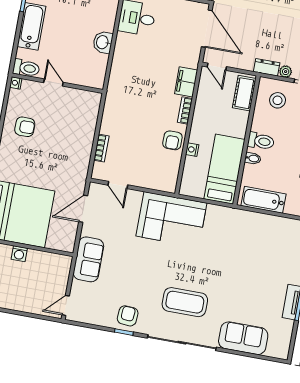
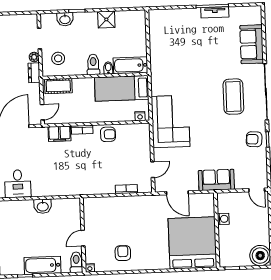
nightstand: (192, 150) -> (140, 116), moved
bathtub: (264, 200) -> (130, 65), moved, turned 90
washing machine: (19, 254) -> (223, 219), moved

